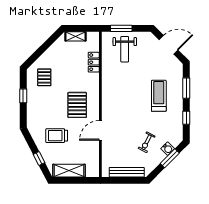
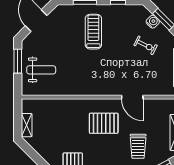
window: (121, 28) -> (18, 61), moved
locker: (94, 62) -> (56, 105), removed
treadmill: (159, 96) -> (93, 32), turned 90

